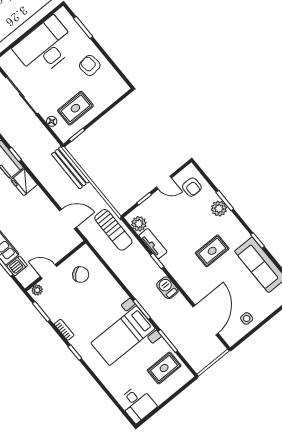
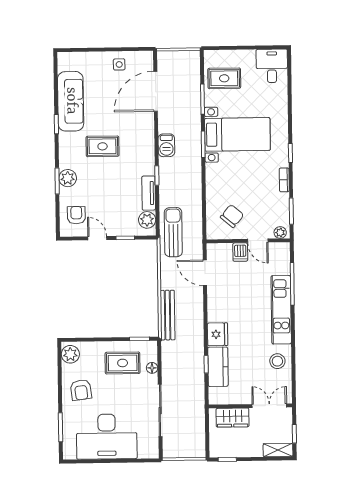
plant: (117, 85) -> (70, 354), added
dishwasher: (17, 266) -> (240, 252), moved, turned -90
chair: (81, 275) -> (232, 216), turned 80

